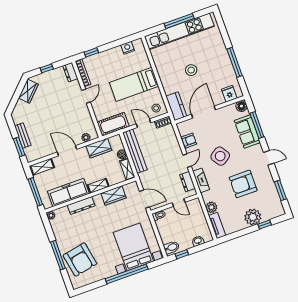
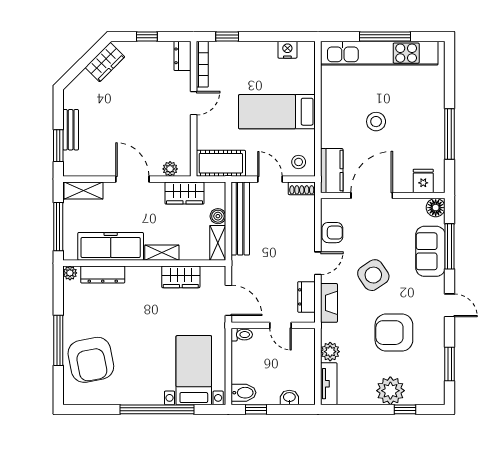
dresser: (81, 205) -> (103, 274), moved
bed with nightstands: (133, 247) -> (194, 370), width x0.73

